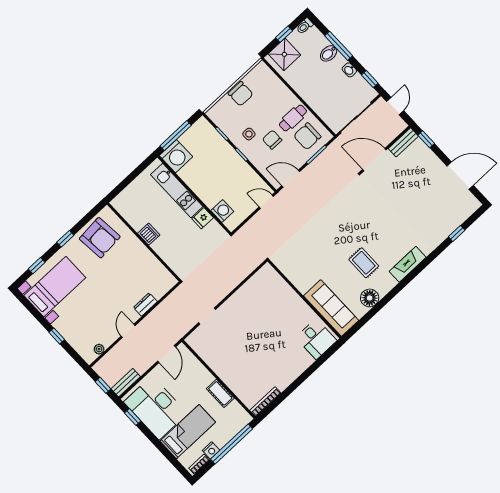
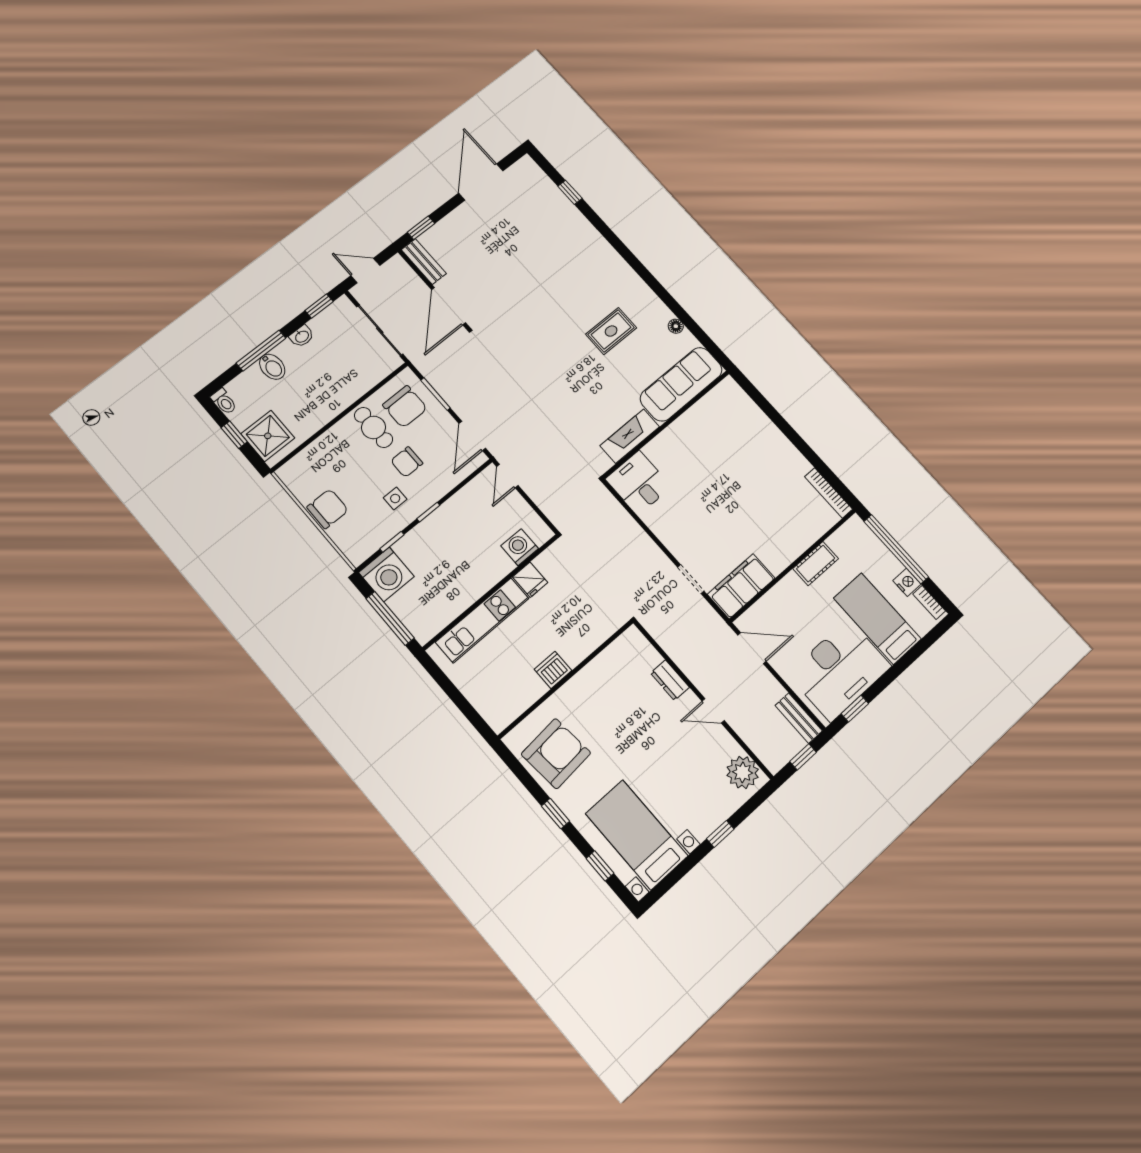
washing machine: (176, 156) -> (386, 574), moved, turned 90
fireplace: (408, 264) -> (630, 436), moved, turned 90
floor lamp: (370, 298) -> (676, 326), width x0.53, depth x0.53
desk: (316, 339) -> (638, 483), moved, turned -90
filing cabinet: (204, 347) -> (741, 586), added
plant: (99, 349) -> (743, 772), width x1.87, depth x1.87

